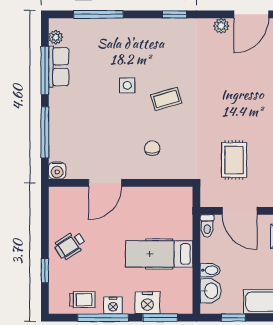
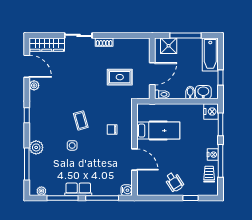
plant: (124, 29) -> (36, 147), added
row of seats: (59, 67) -> (78, 189), moved
hospital bed: (159, 254) -> (158, 131), moved, turned -90
nightstand: (147, 303) -> (211, 111), moved

